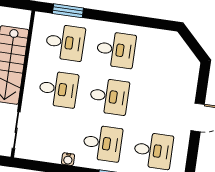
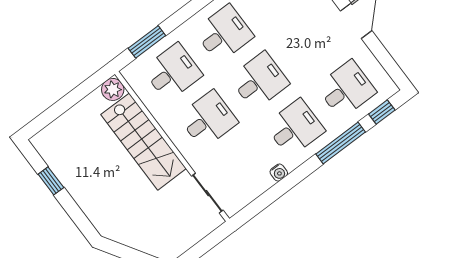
plant: (22, 18) -> (113, 89), added

